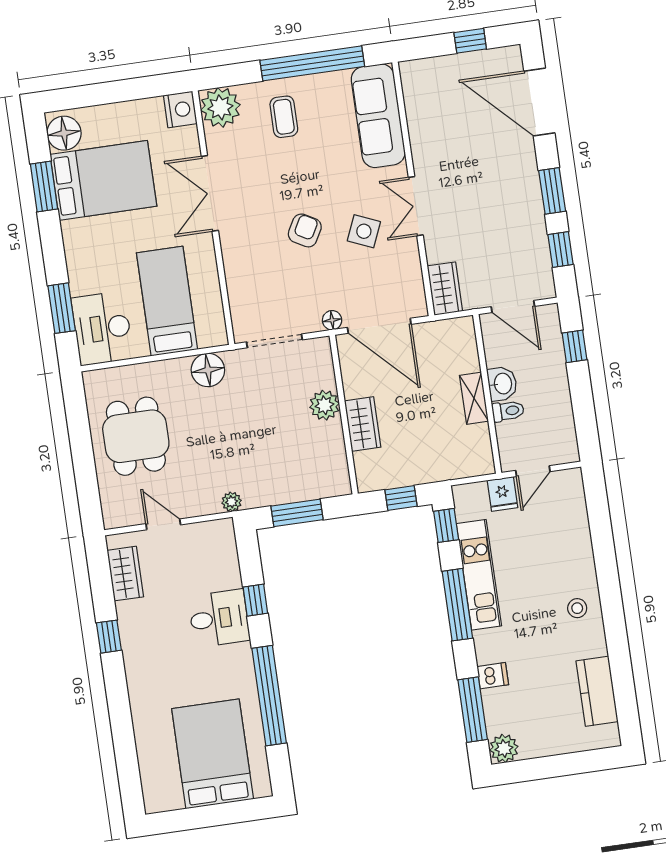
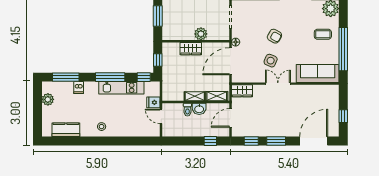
shelving: (466, 346) -> (217, 96), added
plant: (504, 748) -> (48, 99), moved

